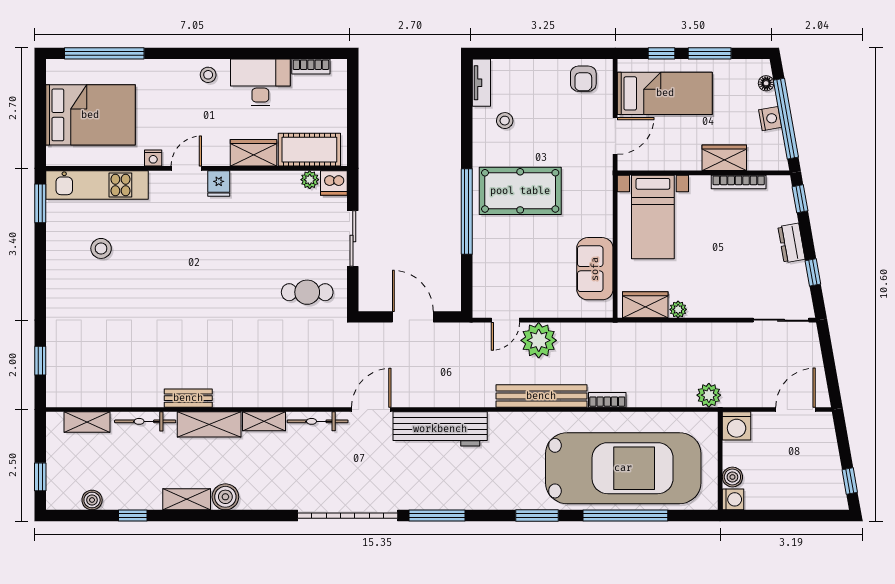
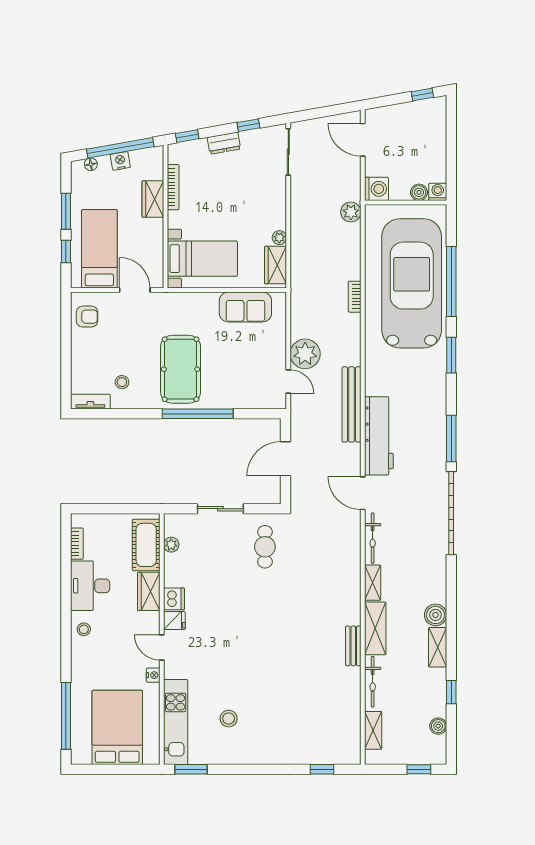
dishwasher: (334, 183) -> (174, 599), moved
bench: (541, 396) -> (352, 404), moved

